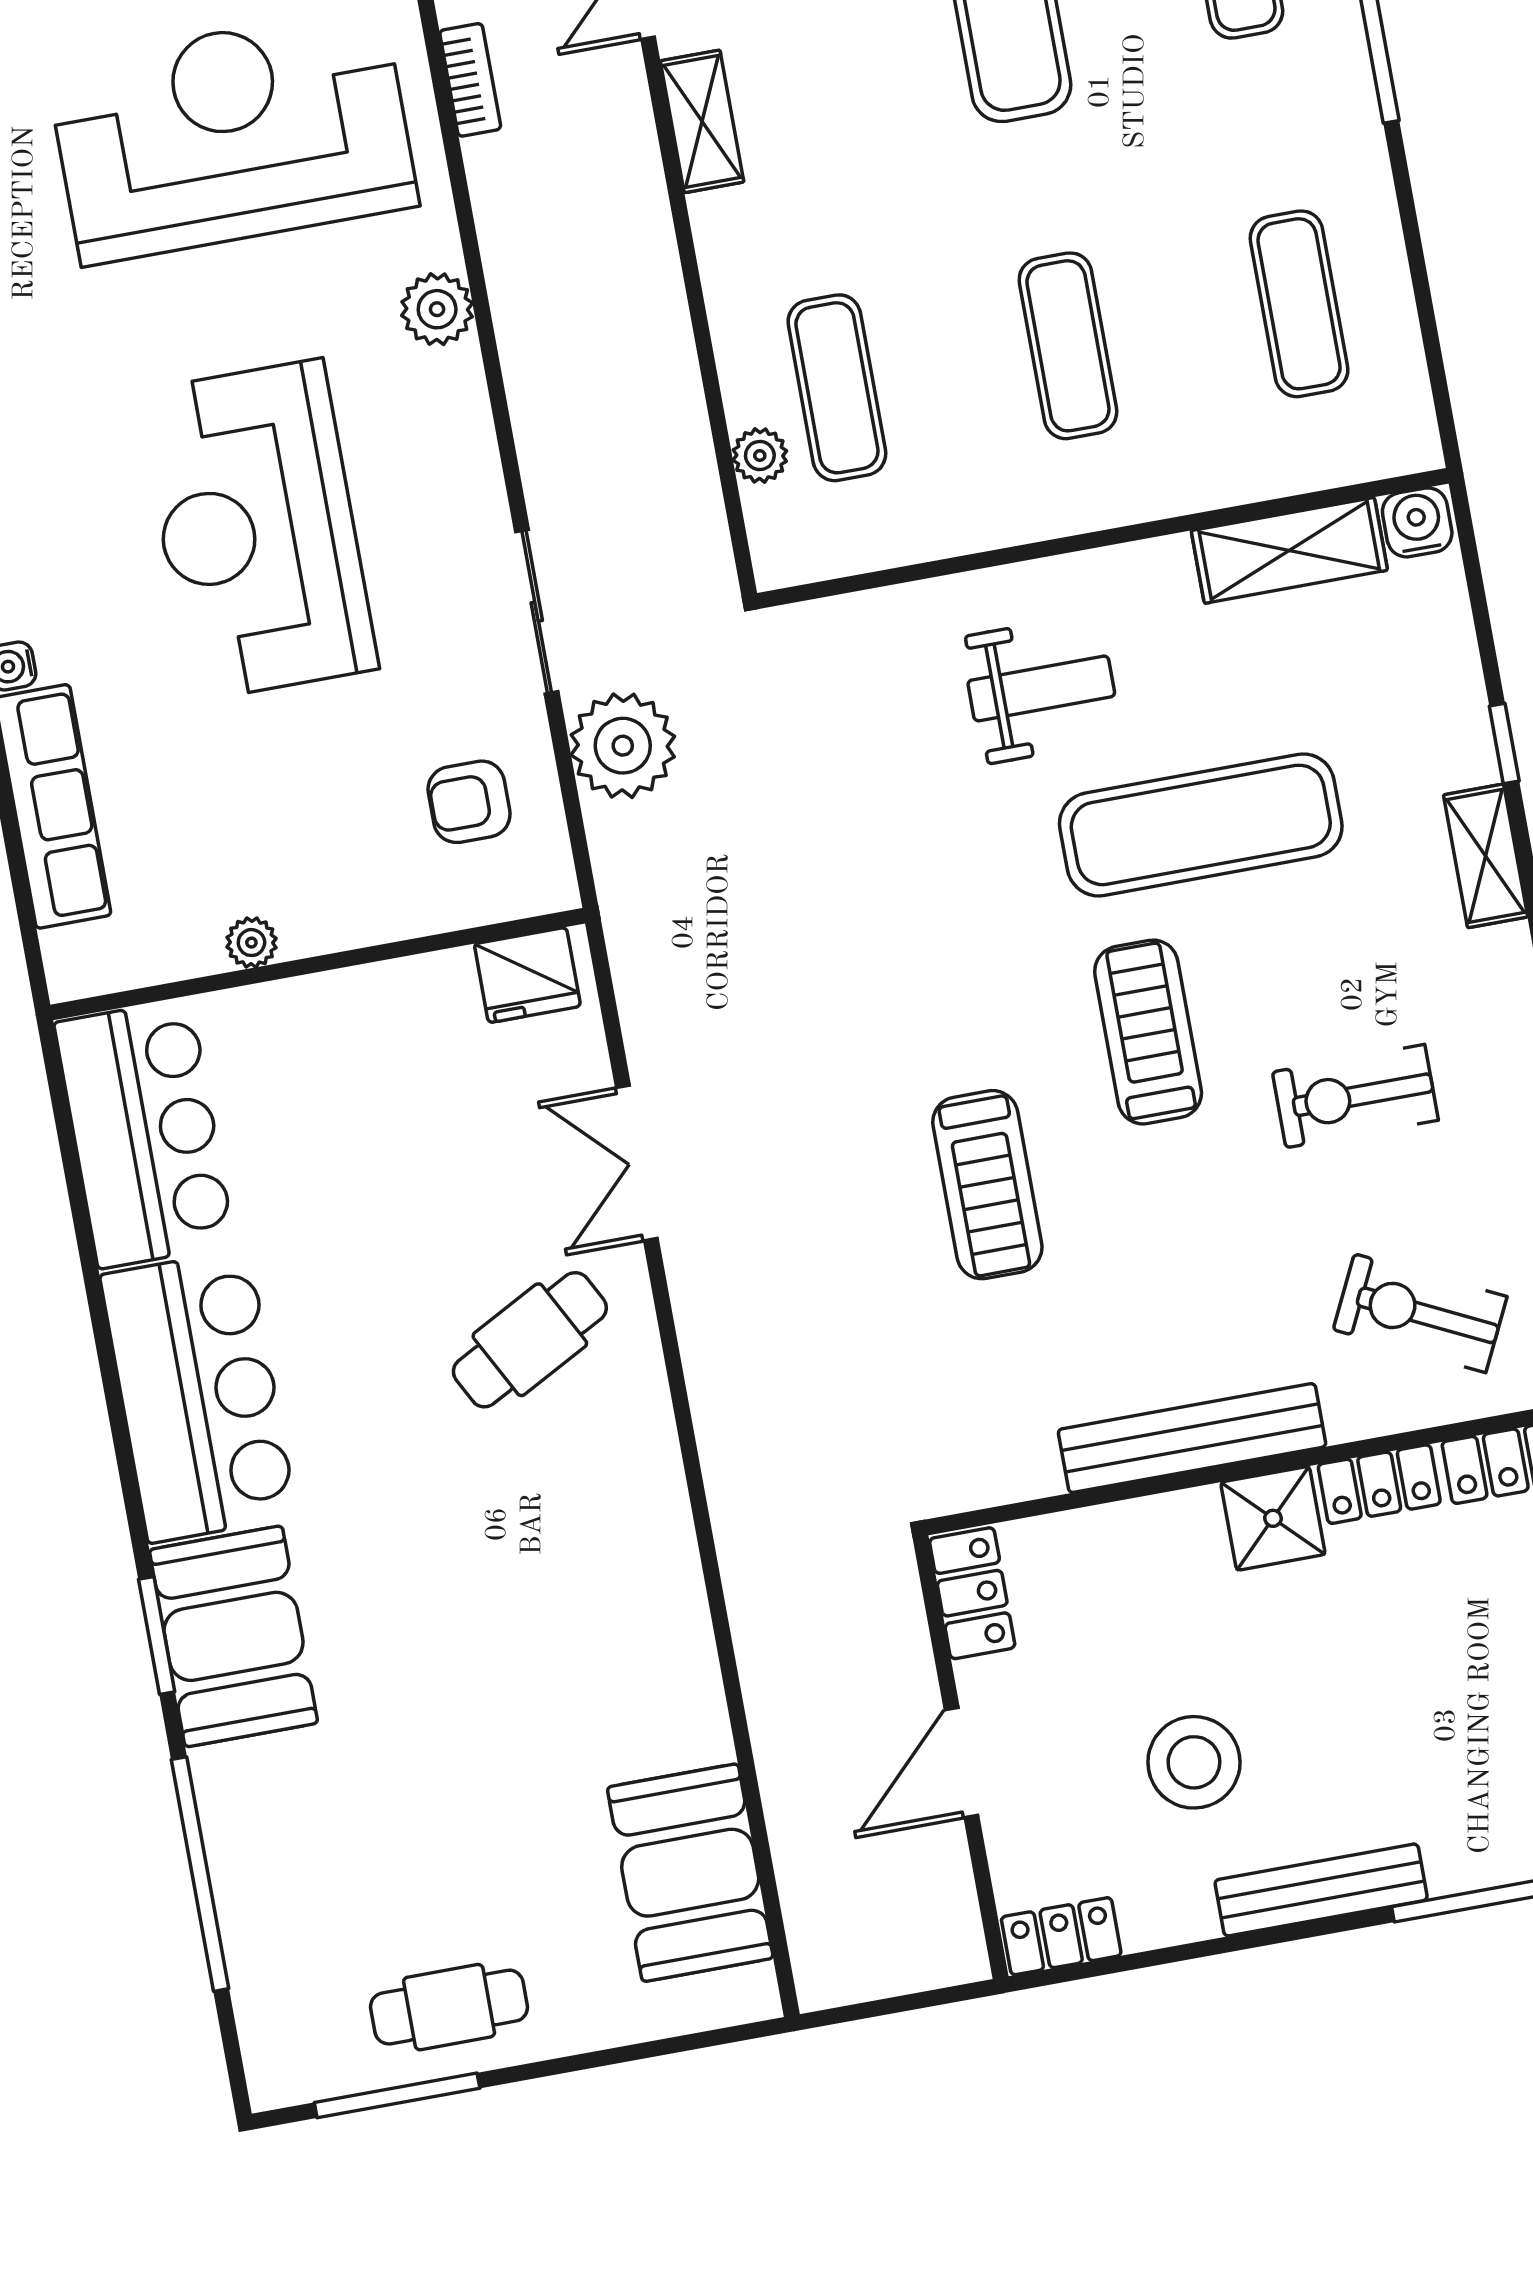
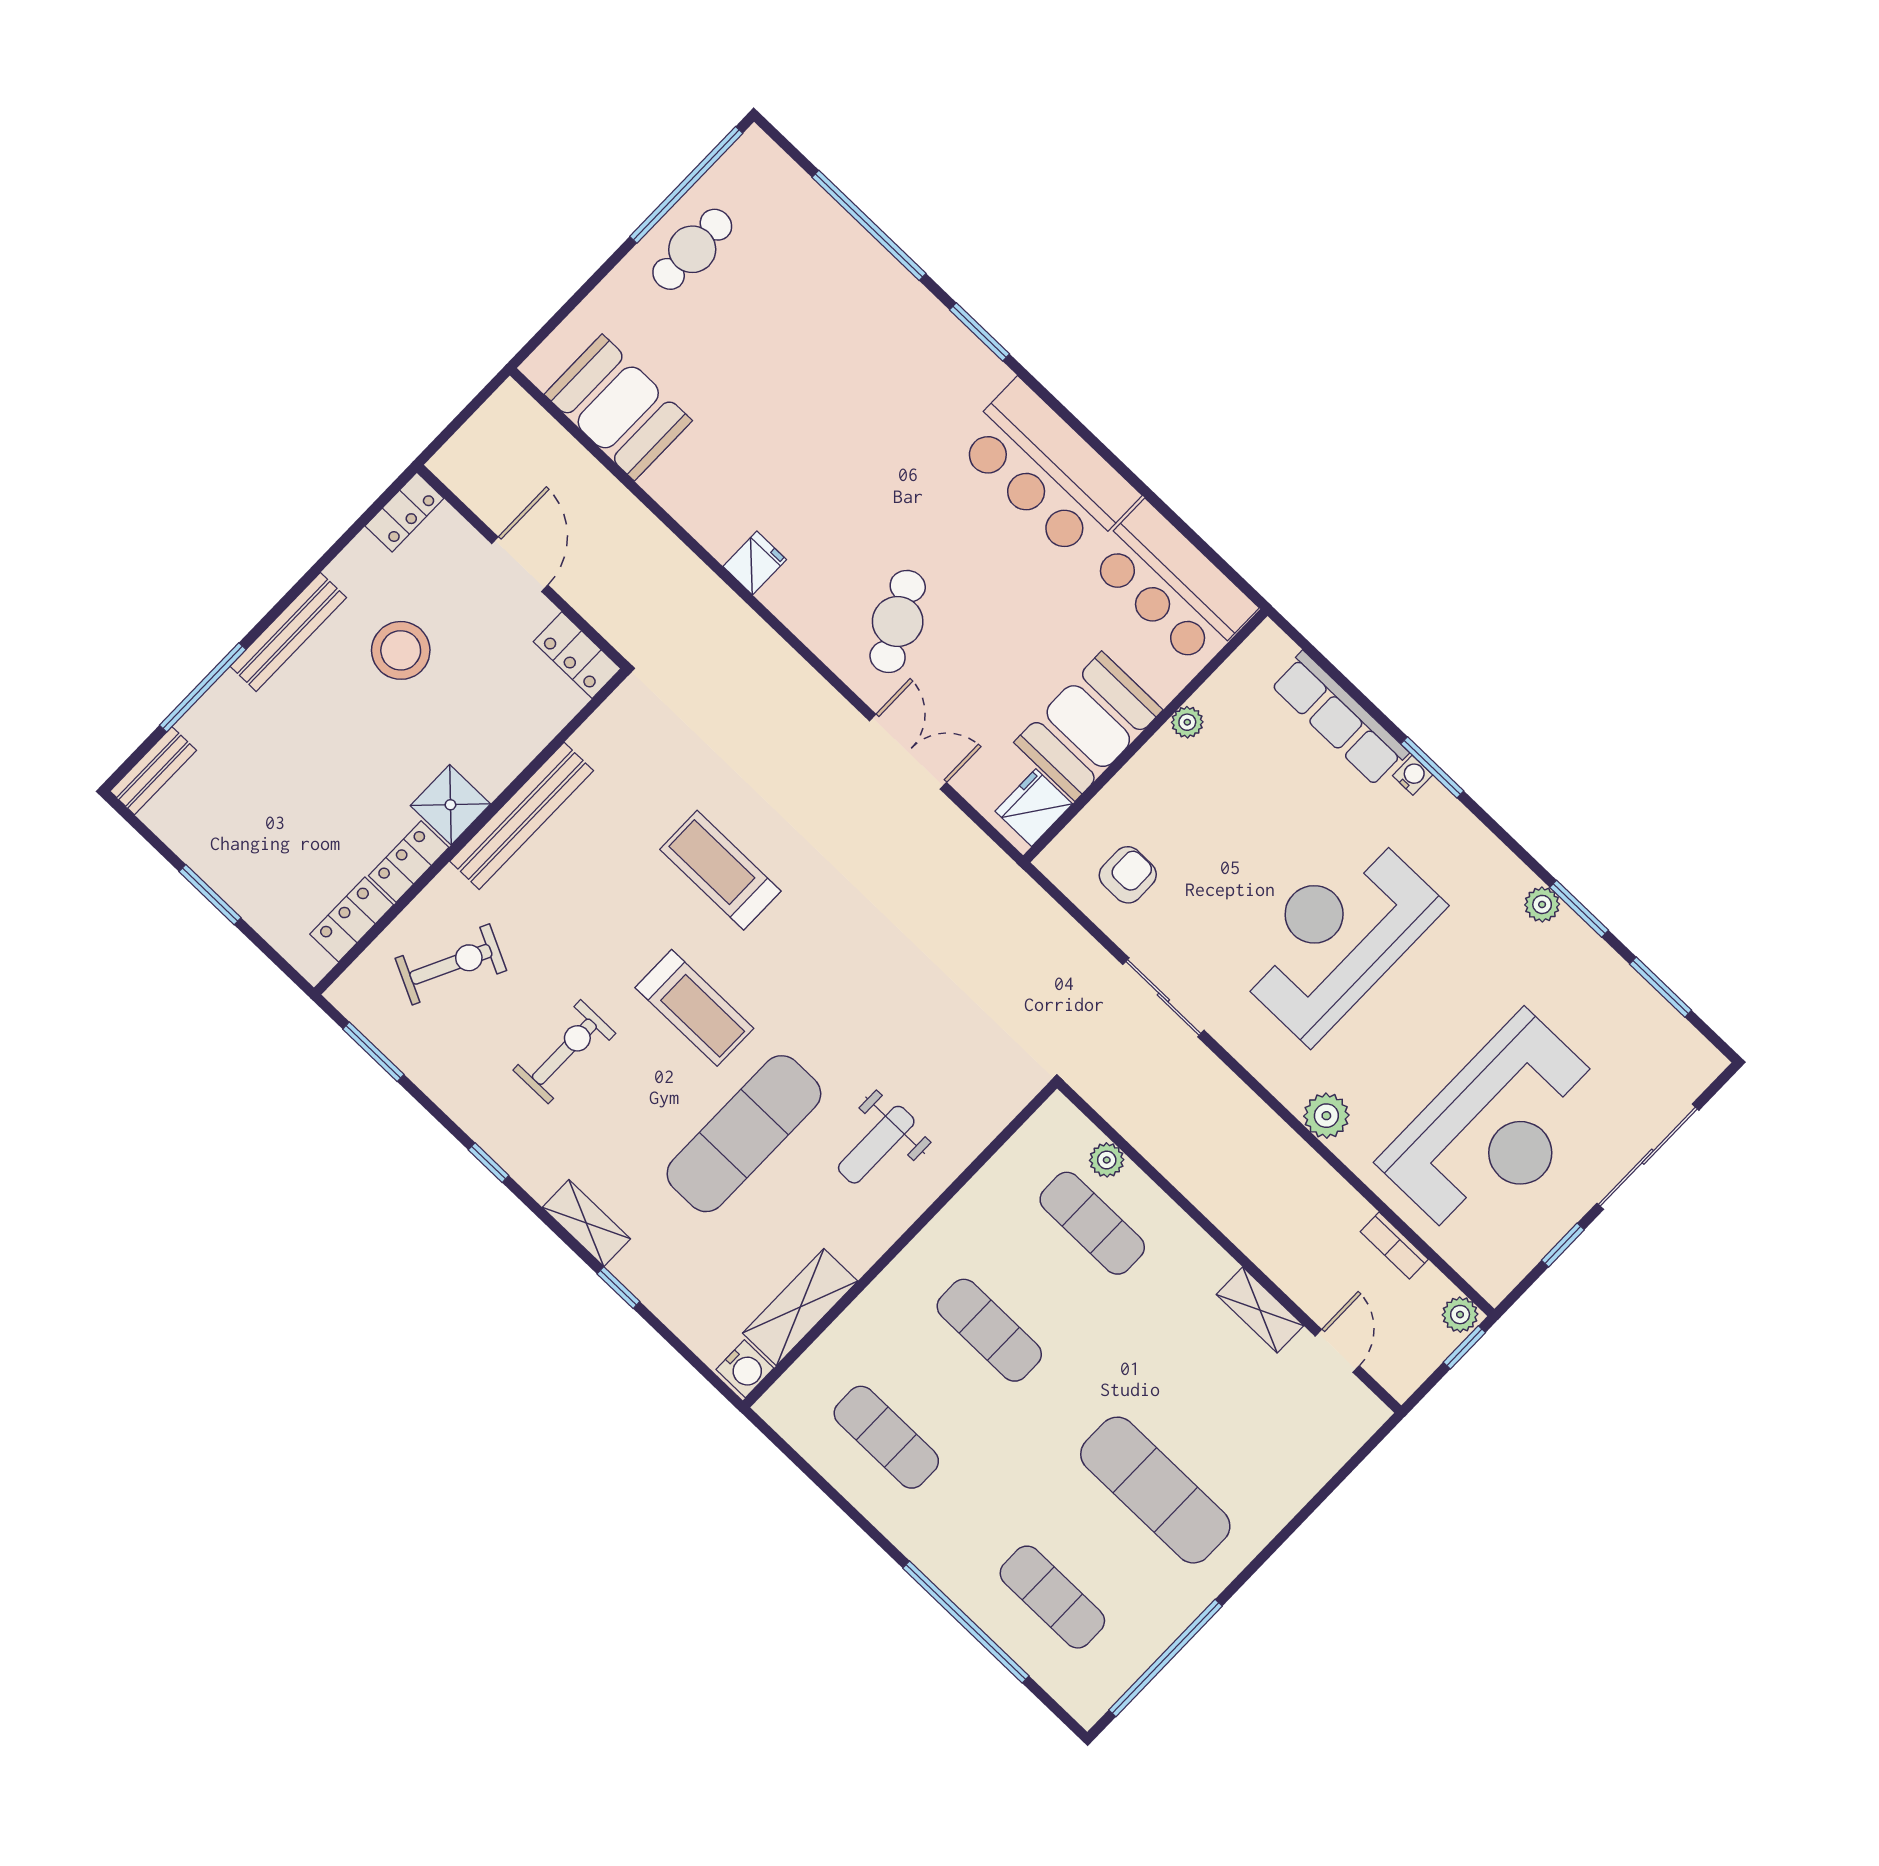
reception desk: (258, 530) -> (1337, 936), turned -90
plant: (623, 746) -> (1070, 960), removed
fridge: (659, 1547) -> (755, 563), added
booth: (234, 1636) -> (1088, 726), moved, turned 90
window: (397, 2095) -> (686, 185), width x1.46

